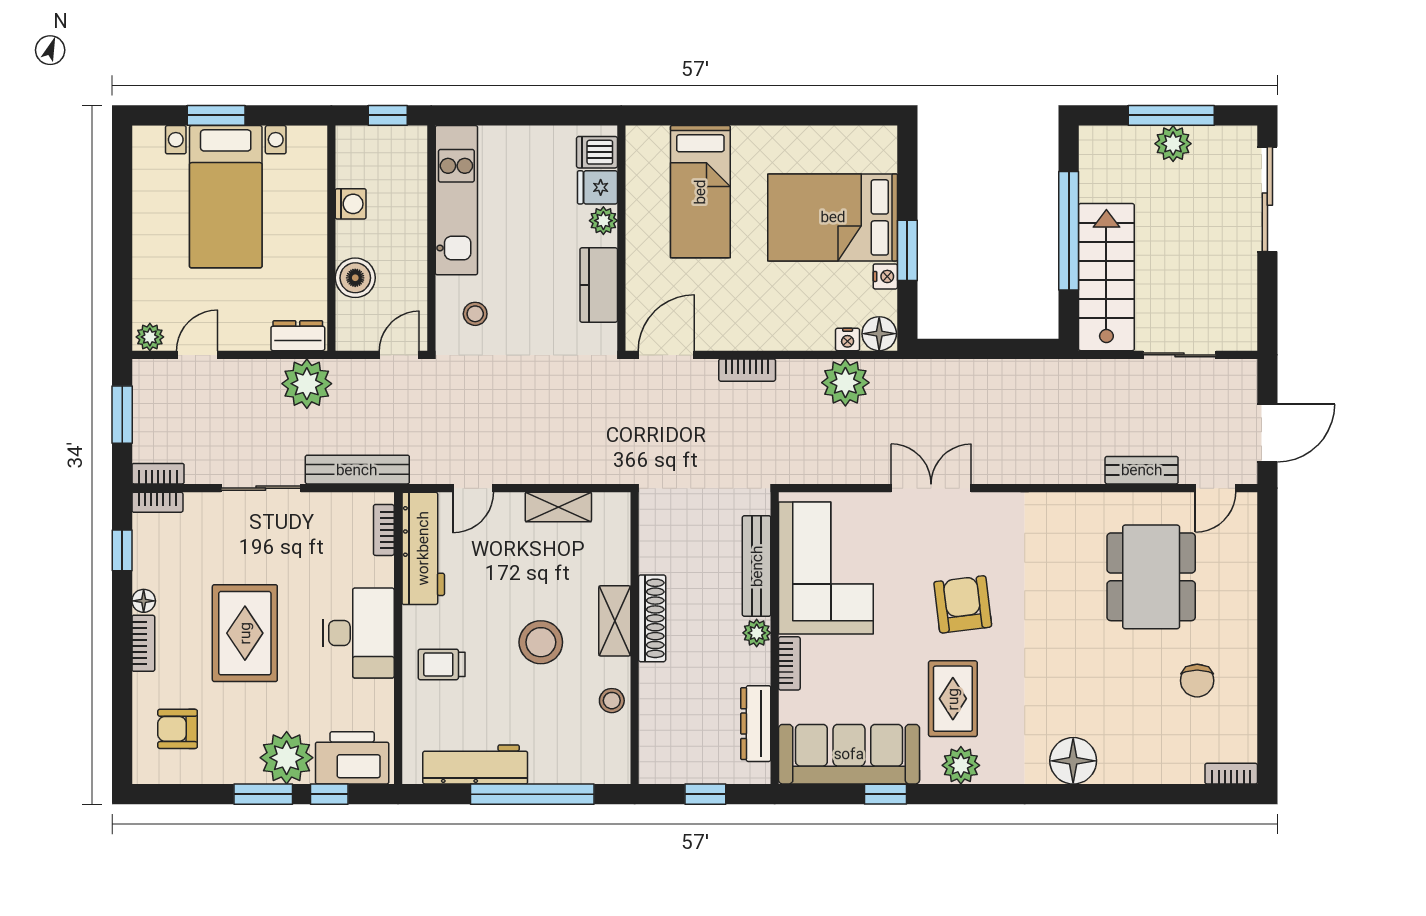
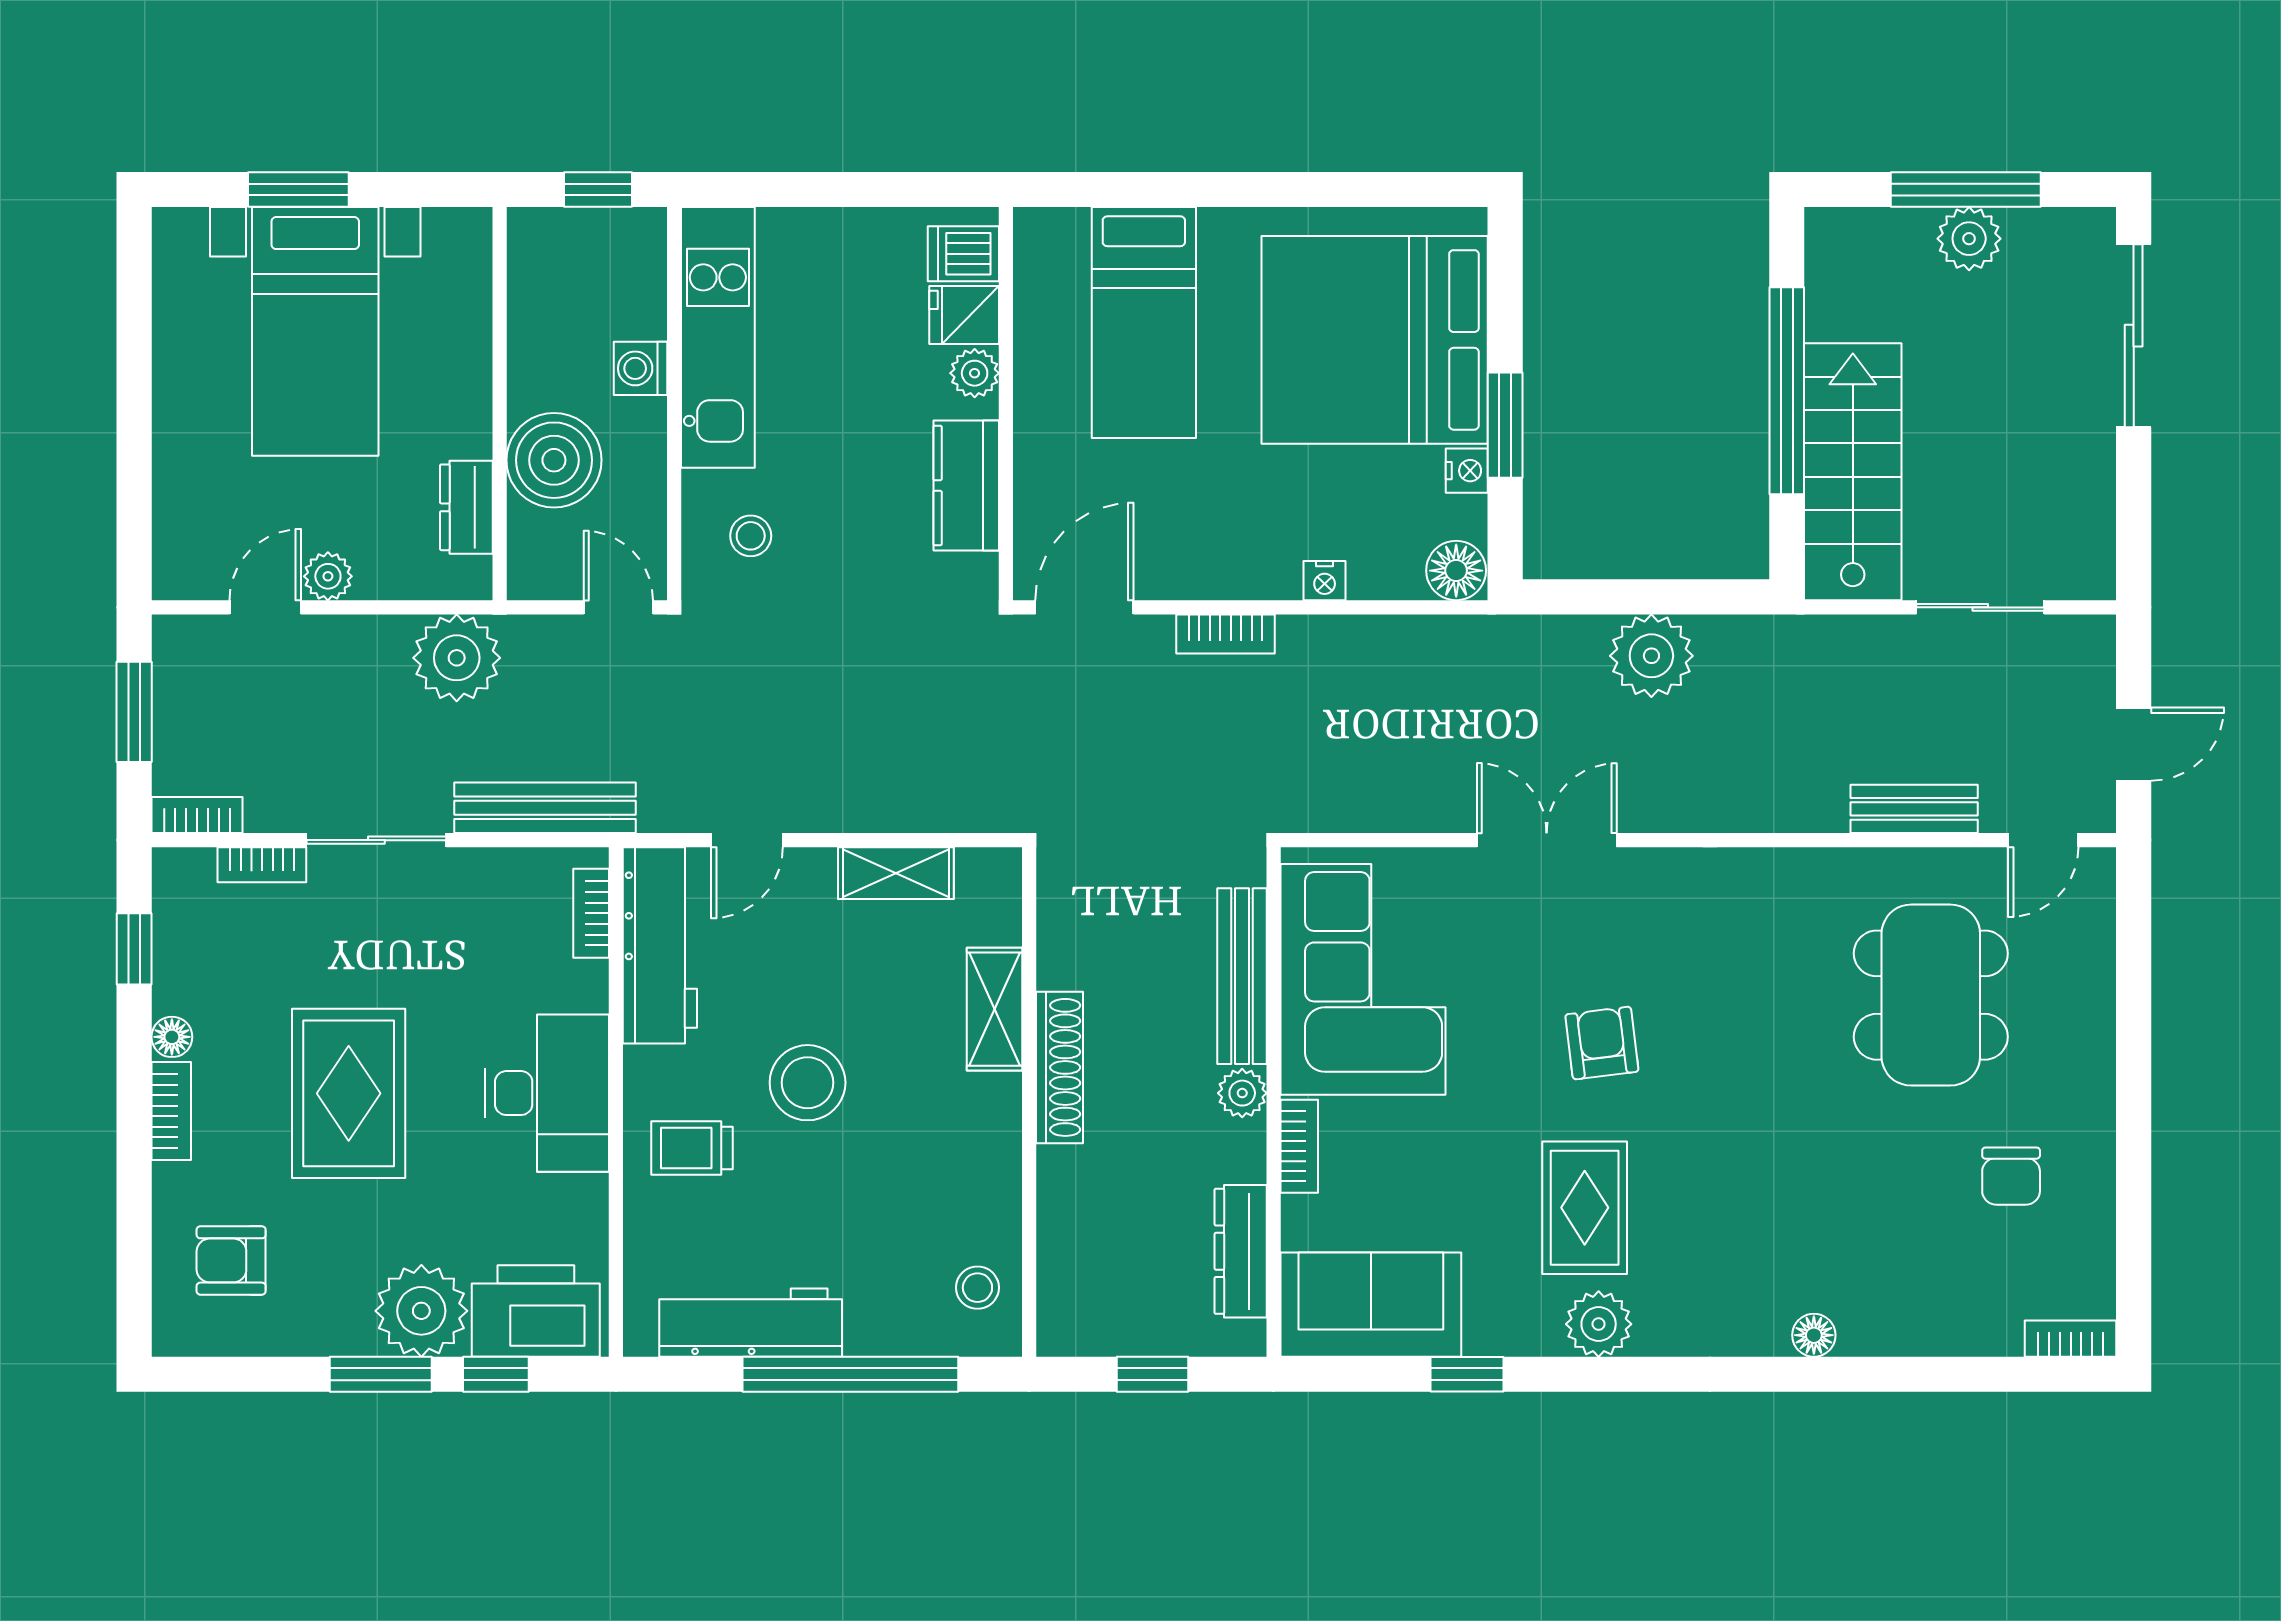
washing machine: (351, 204) -> (640, 368), moved, turned 180
bed: (833, 217) -> (1375, 340), width x1.36
boiler: (355, 278) -> (554, 460), width x1.37, depth x1.37
dresser: (298, 336) -> (466, 507), moved, turned -90
plant: (150, 337) -> (328, 576), moved
nightstand: (848, 339) -> (1325, 581), moved
door: (399, 355) -> (618, 607), hinge flipped
plant: (845, 383) -> (1651, 656), moved
door: (1267, 433) -> (2134, 744), width x0.73
bookcase: (157, 502) -> (262, 865), moved
armchair: (963, 604) -> (1602, 1043), width x0.72, depth x0.72
shelving: (615, 621) -> (994, 1009), moved
stool: (541, 642) -> (808, 1083), moved
stool: (612, 701) -> (977, 1288), moved
sofa: (849, 754) -> (1371, 1305), width x0.73
floor lamp: (1073, 761) -> (1814, 1335), width x0.53, depth x0.53

